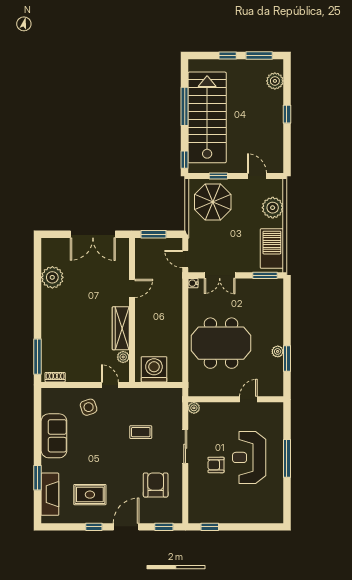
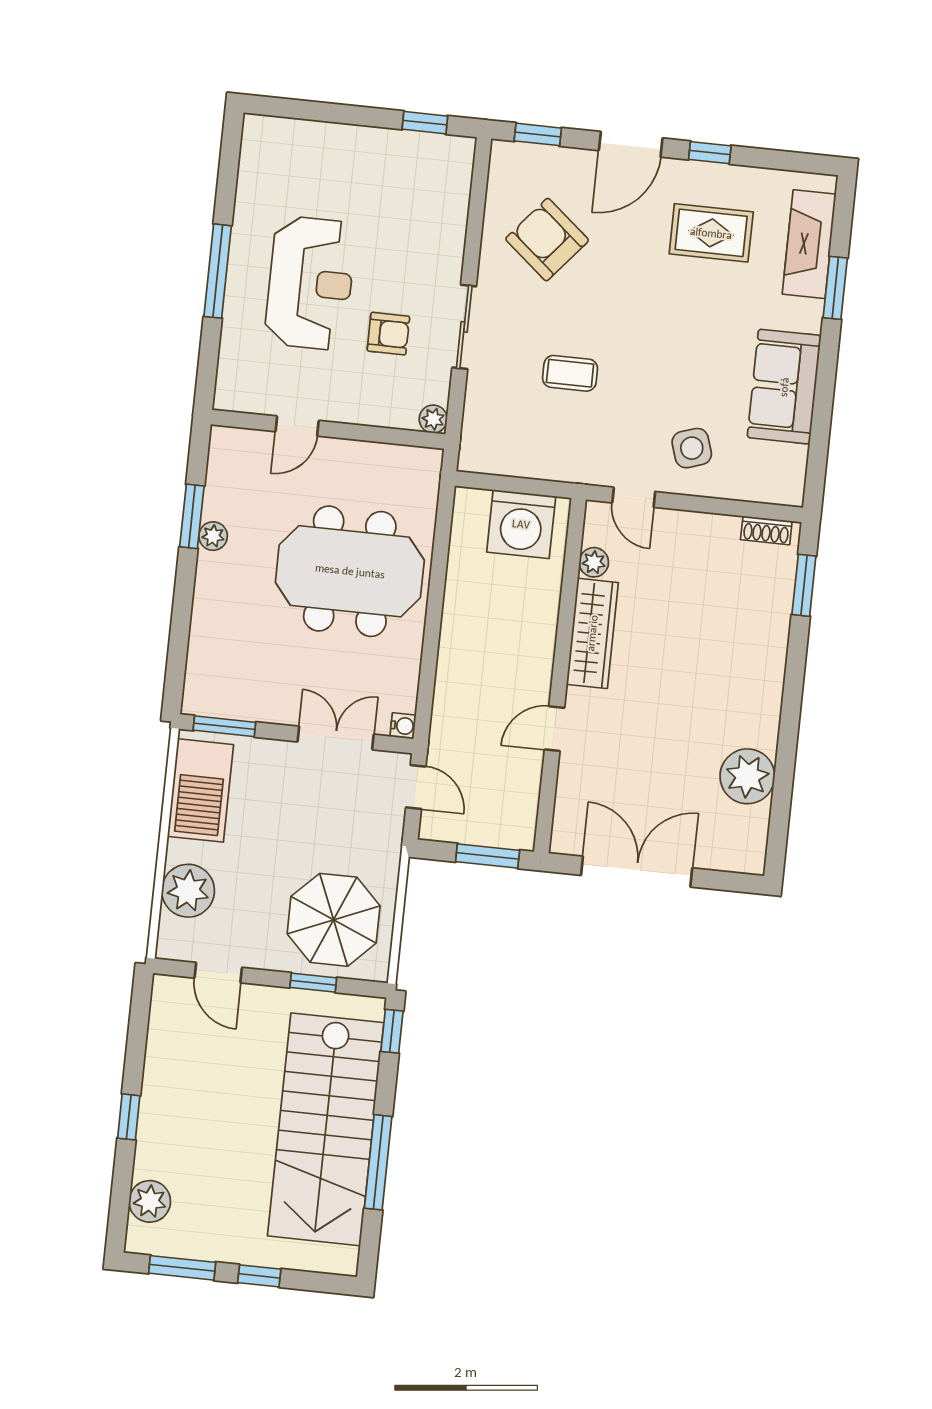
window: (38, 357) -> (804, 585), width x0.69
armchair: (216, 465) -> (388, 334), moved
armchair: (156, 485) -> (547, 240), turned 130

